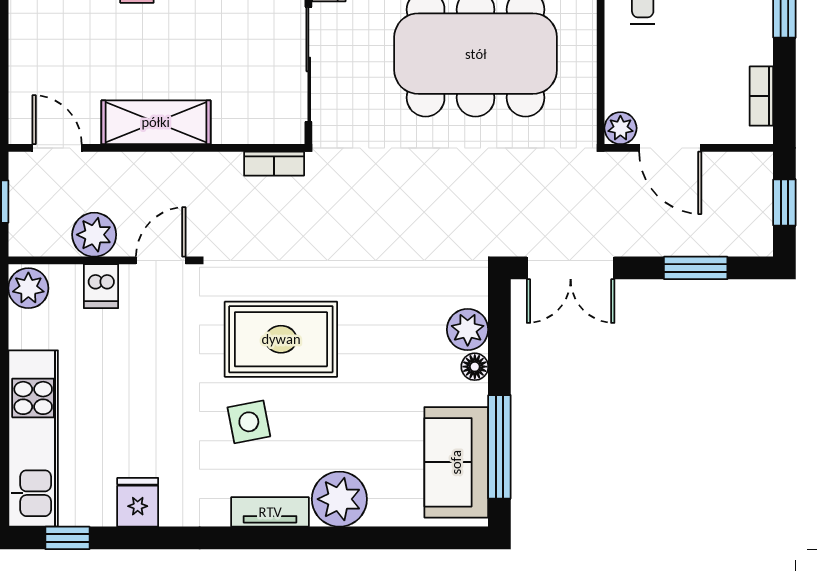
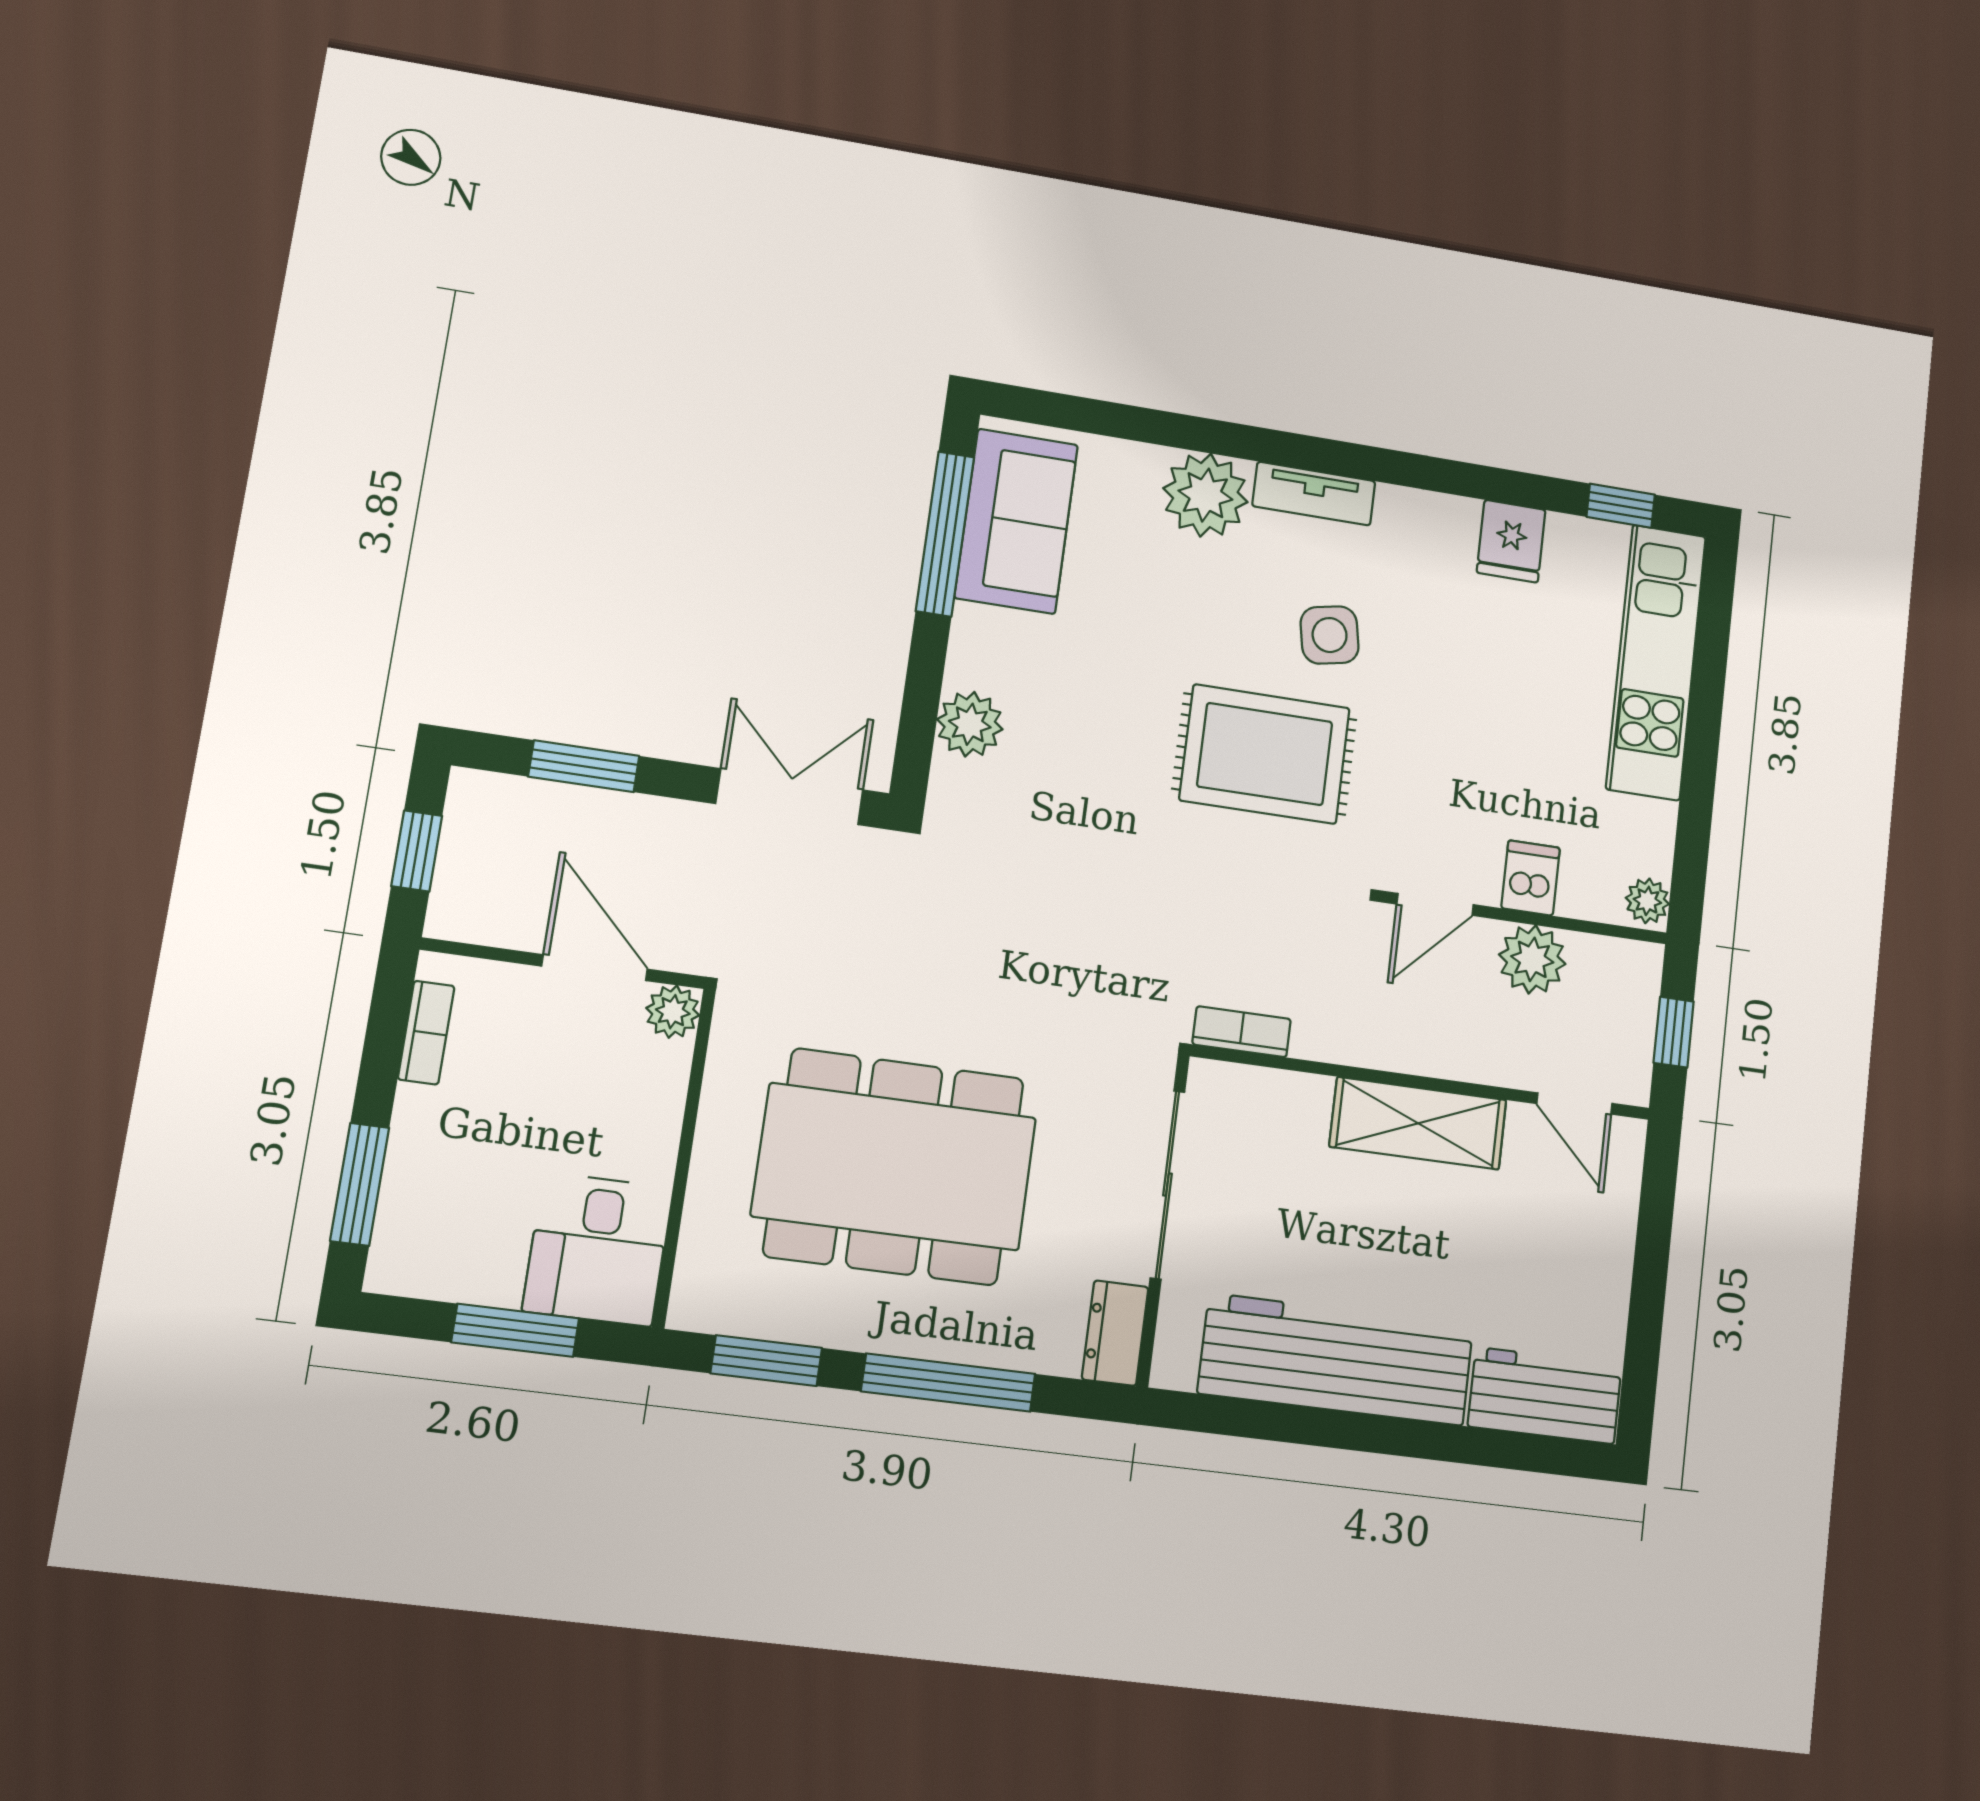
plant: (28, 288) -> (1647, 901), width x0.73, depth x0.73
floor lamp: (475, 367) -> (967, 664), removed

